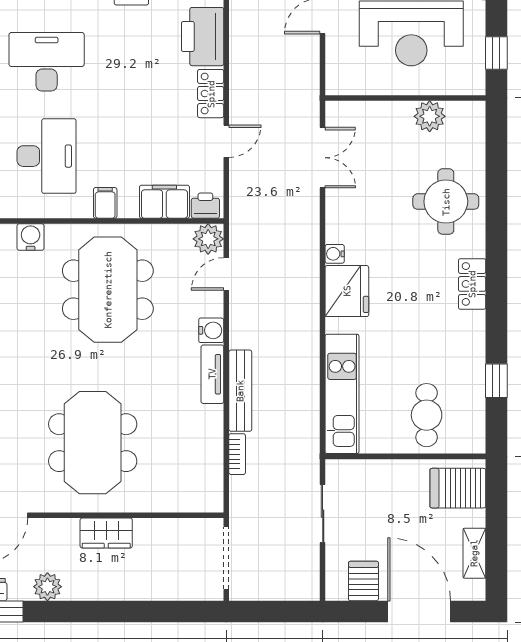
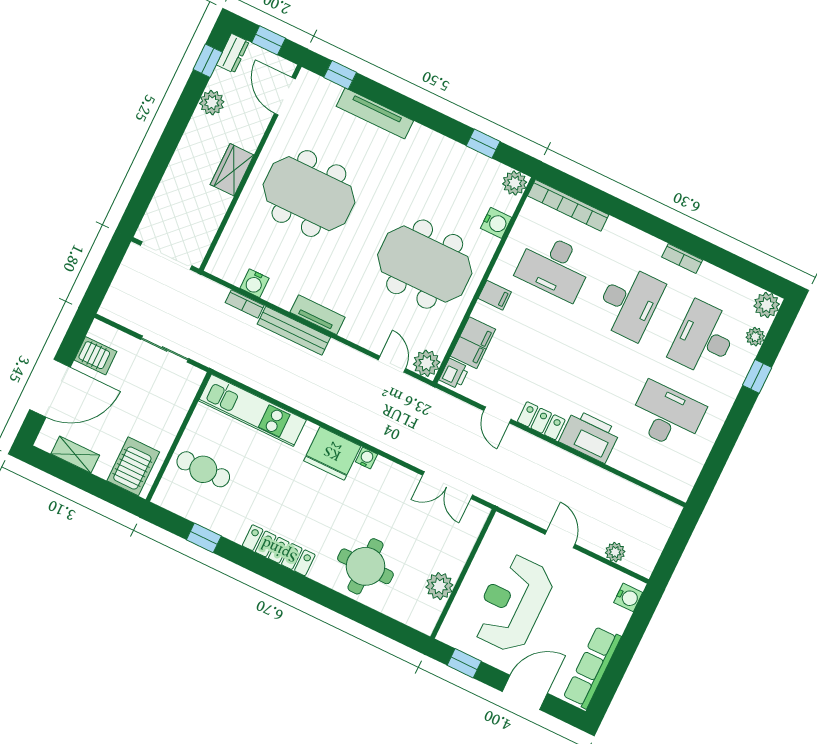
locker: (472, 284) -> (279, 550), width x1.53
water cooler: (211, 330) -> (254, 283), moved

